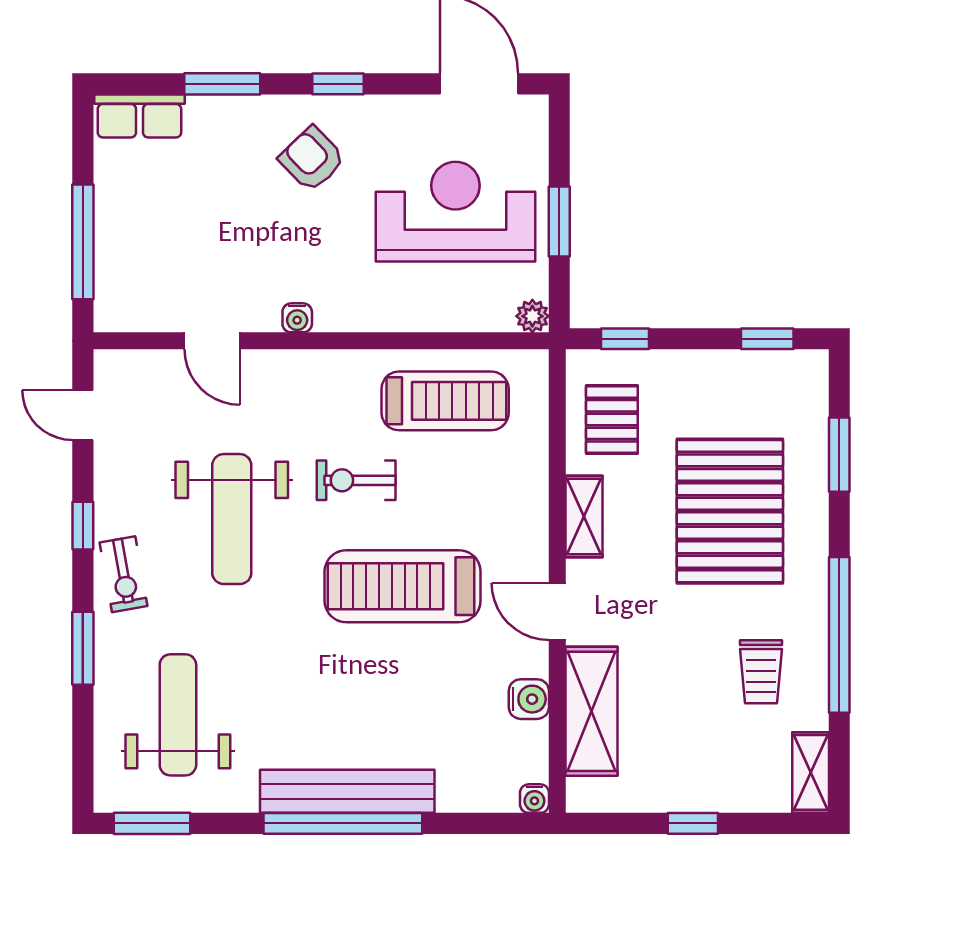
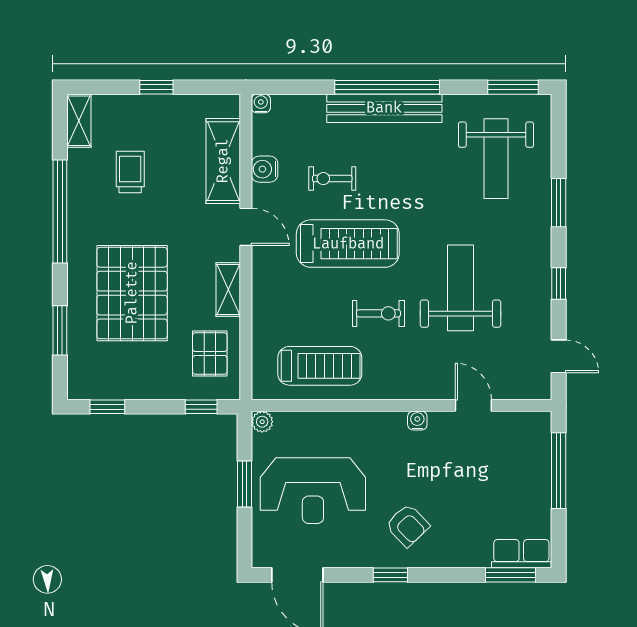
window: (222, 84) -> (511, 575), moved
treadmill: (445, 401) -> (320, 366), turned 180
exercise bike: (124, 574) -> (332, 179), moved, turned -80
trolley: (761, 672) -> (130, 172), moved

